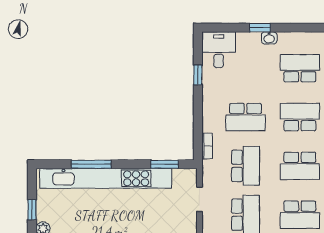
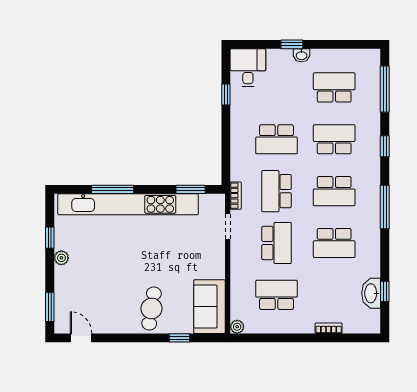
bookcase: (207, 146) -> (236, 196), moved
school desk: (246, 166) -> (277, 191), turned 180

